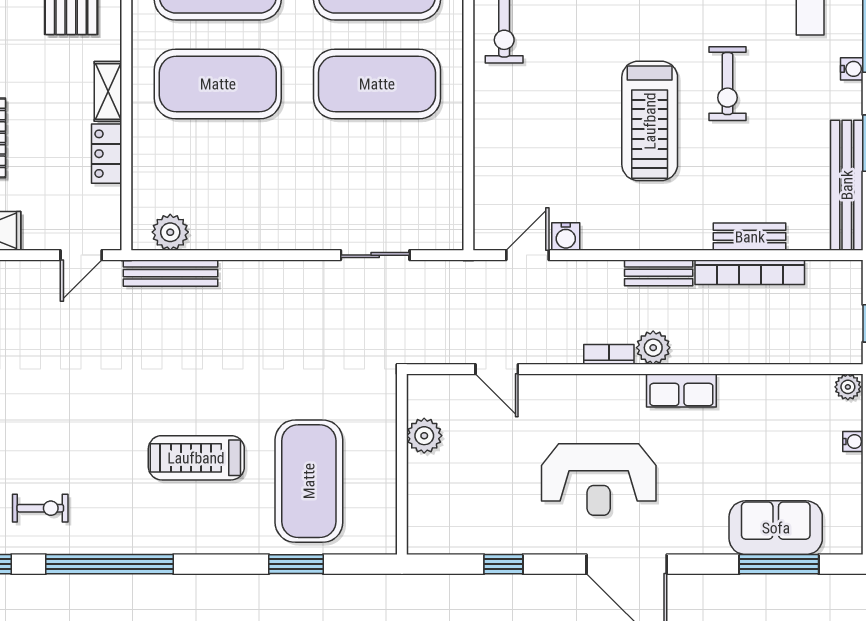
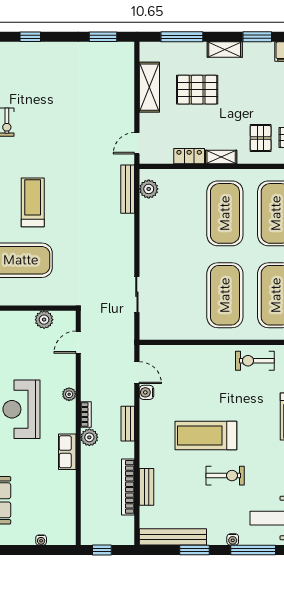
exercise bike: (728, 84) -> (225, 476), turned 180
door: (81, 255) -> (137, 143), hinge flipped
bench: (659, 273) -> (128, 424), moved
door: (497, 369) -> (78, 342), moved
plant: (848, 387) -> (69, 394), moved

